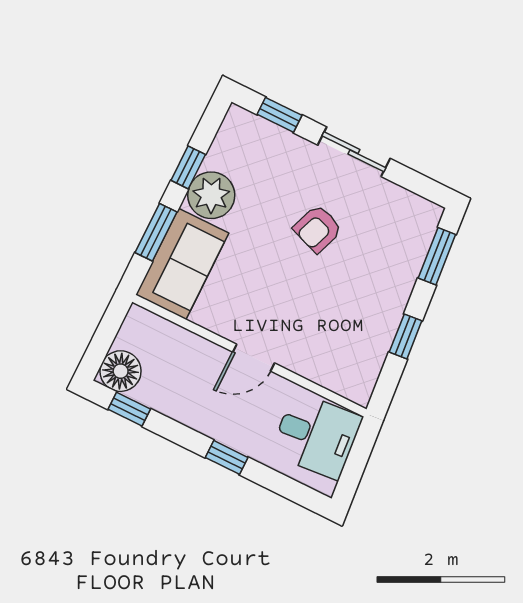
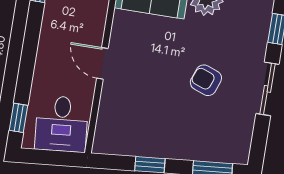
window: (227, 457) -> (19, 118), moved

